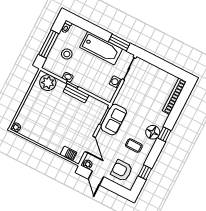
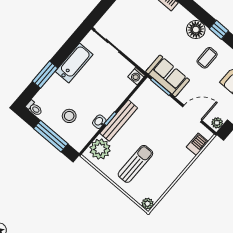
window: (119, 42) -> (45, 75), moved
bathtub: (101, 48) -> (74, 63), width x0.73, depth x0.73
washing machine: (116, 82) -> (136, 76), moved
bench: (76, 93) -> (119, 121), width x1.36
sun lounger: (43, 111) -> (135, 164), added
window: (164, 134) -> (219, 30), moved

